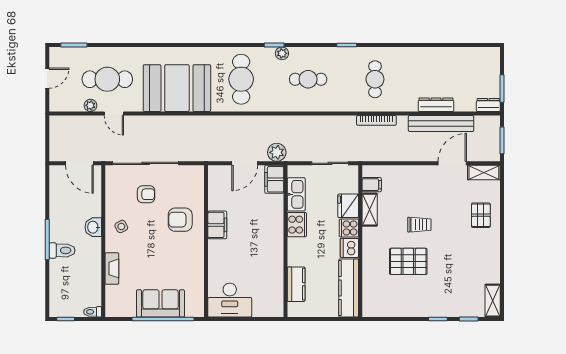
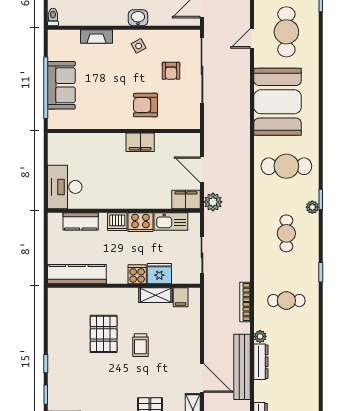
plant: (90, 105) -> (260, 336), moved
armchair: (180, 220) -> (145, 105), turned -90
dishwasher: (349, 248) -> (117, 222), moved, turned 180
desk: (230, 300) -> (65, 187), moved

